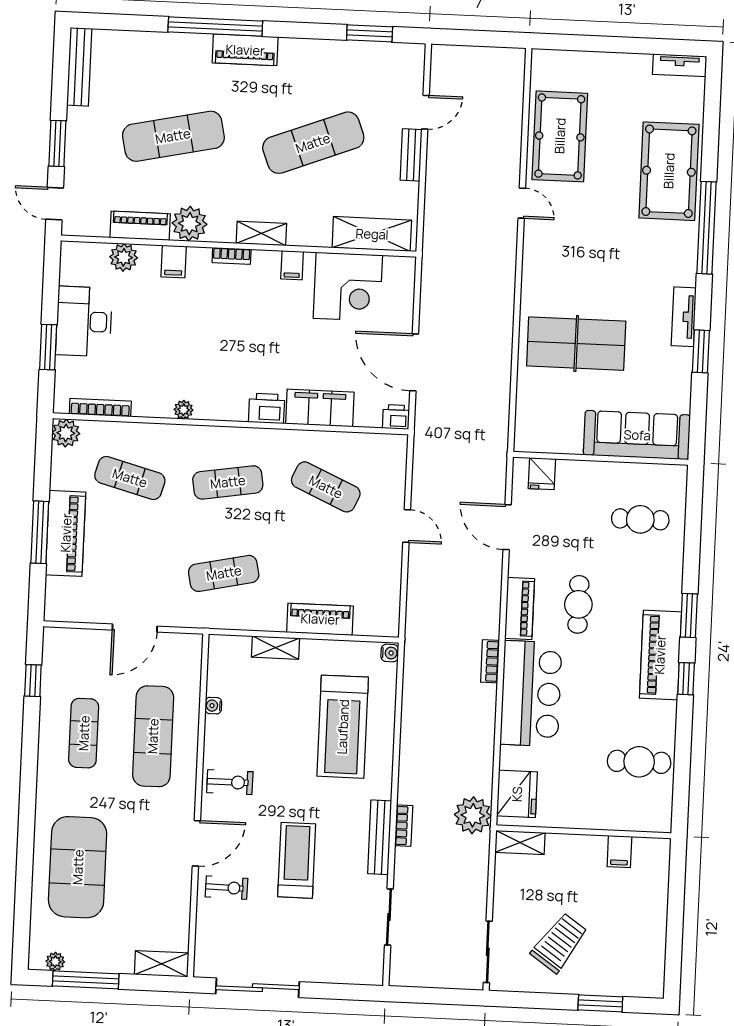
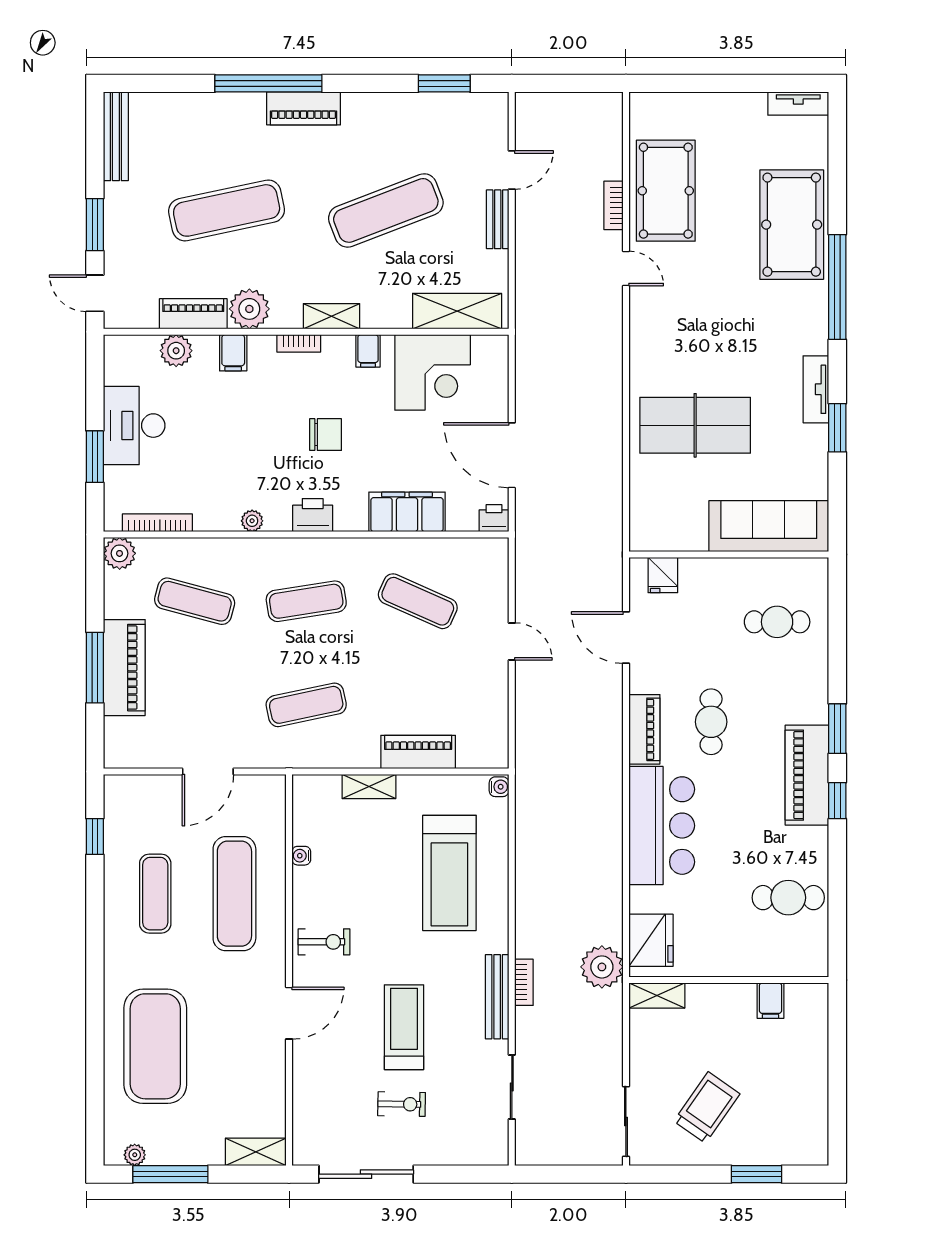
chair: (251, 337) -> (326, 435), added
printer: (267, 408) -> (313, 515), moved
bookcase: (490, 661) -> (613, 205), moved
exercise bike: (226, 888) -> (402, 1104), moved

